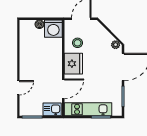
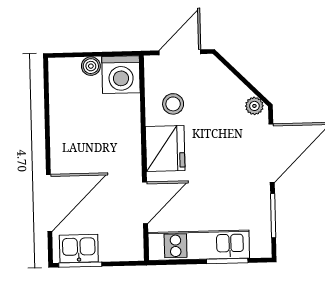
door: (18, 88) -> (49, 203), width x1.88
kitchen sink: (52, 109) -> (79, 249), moved

